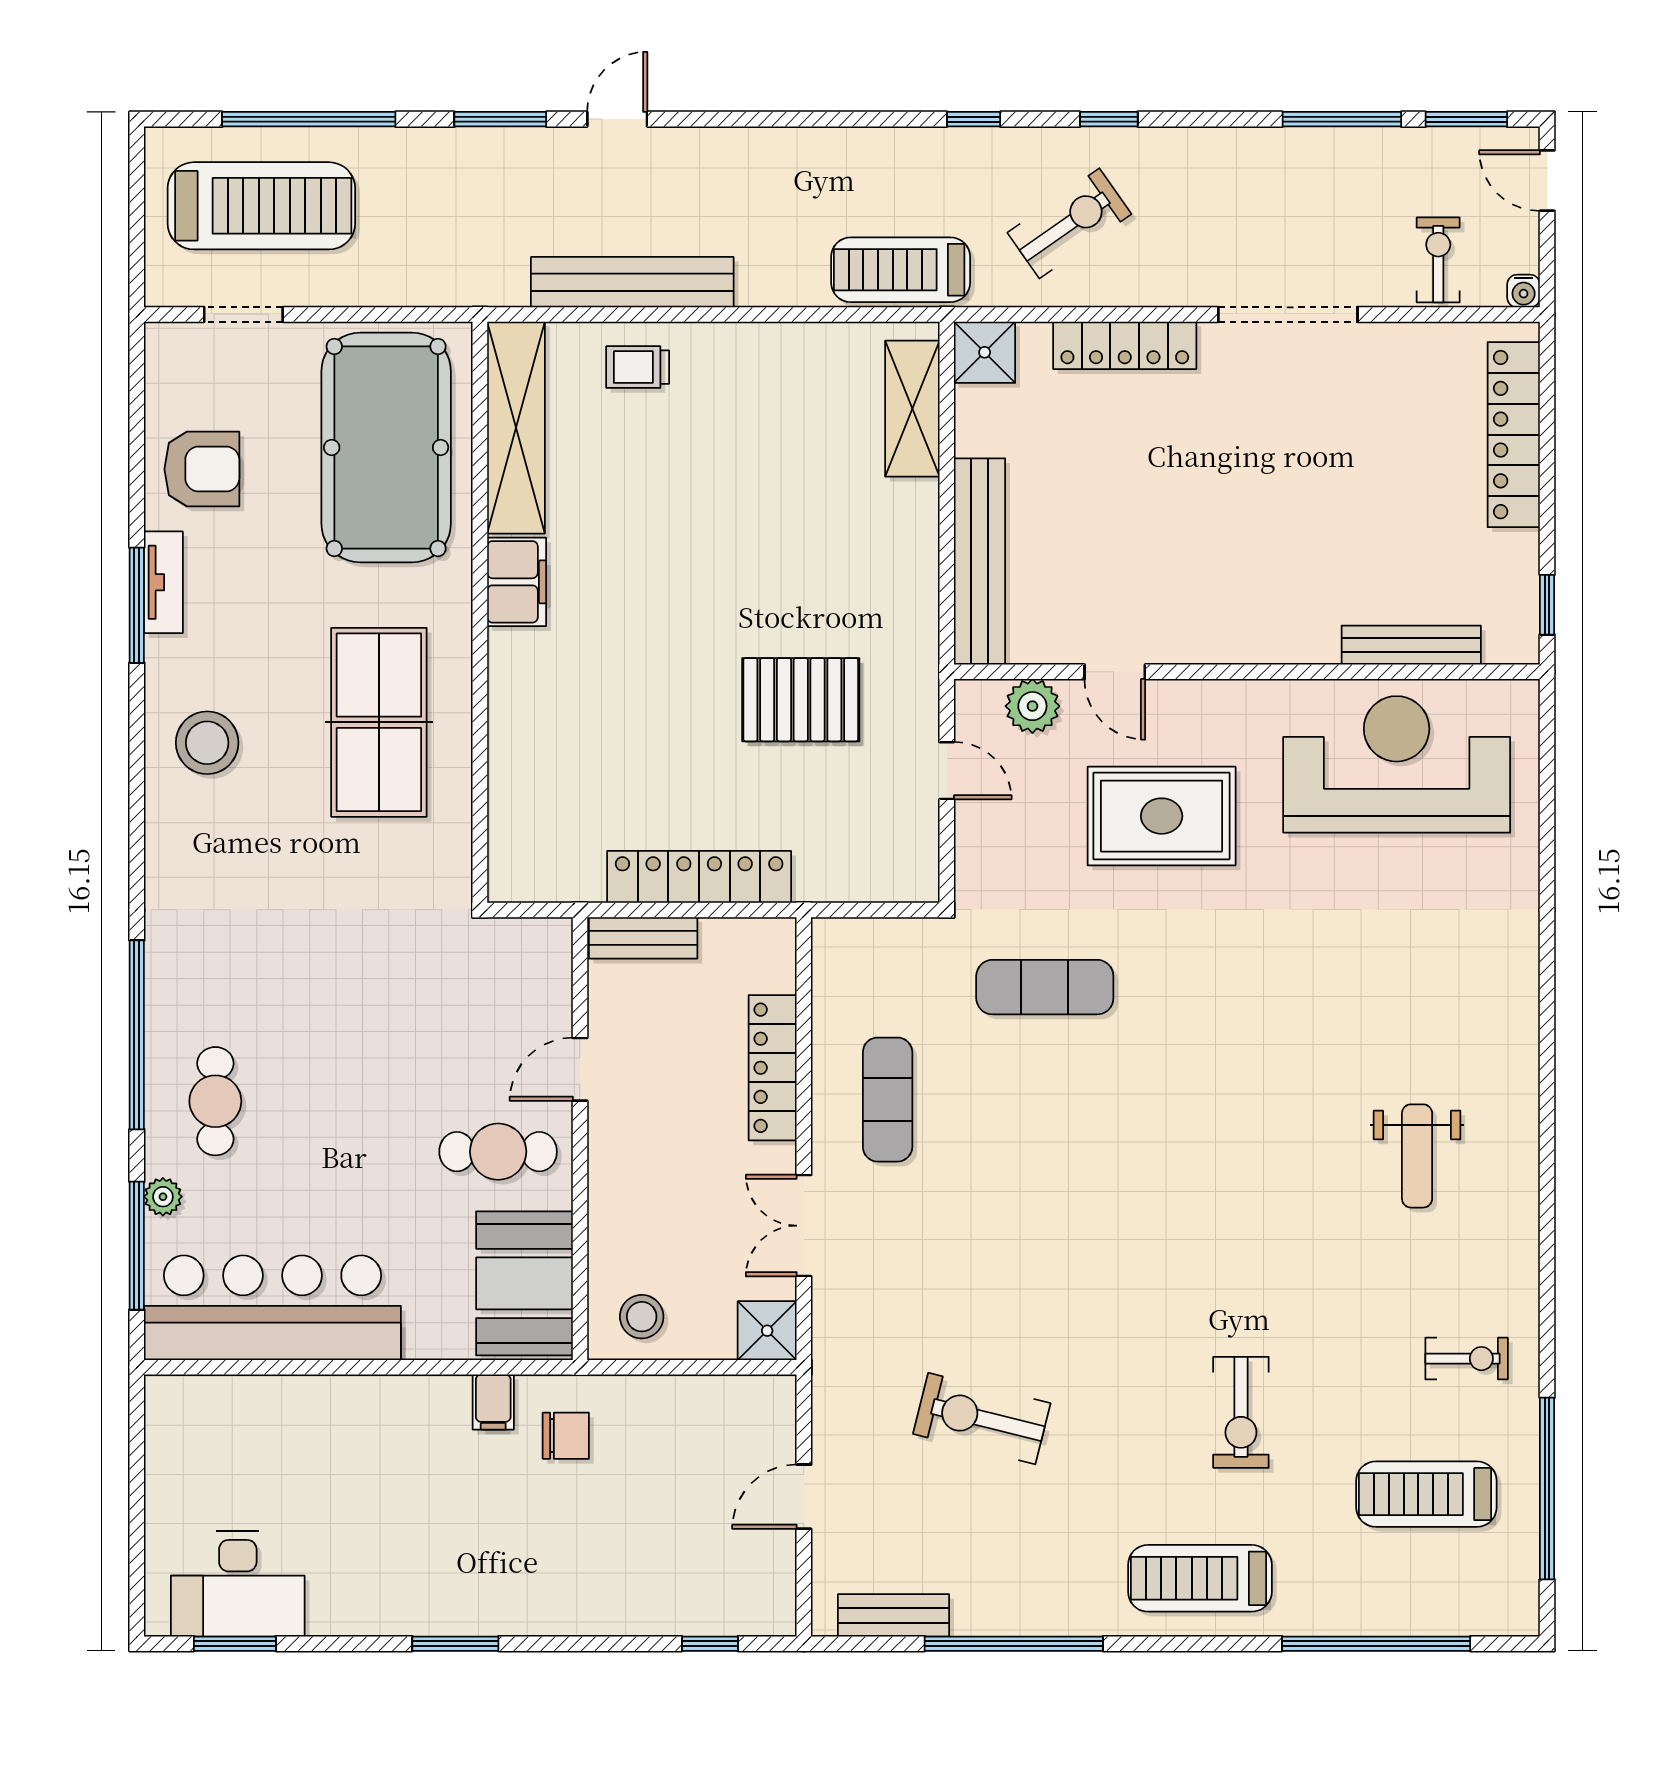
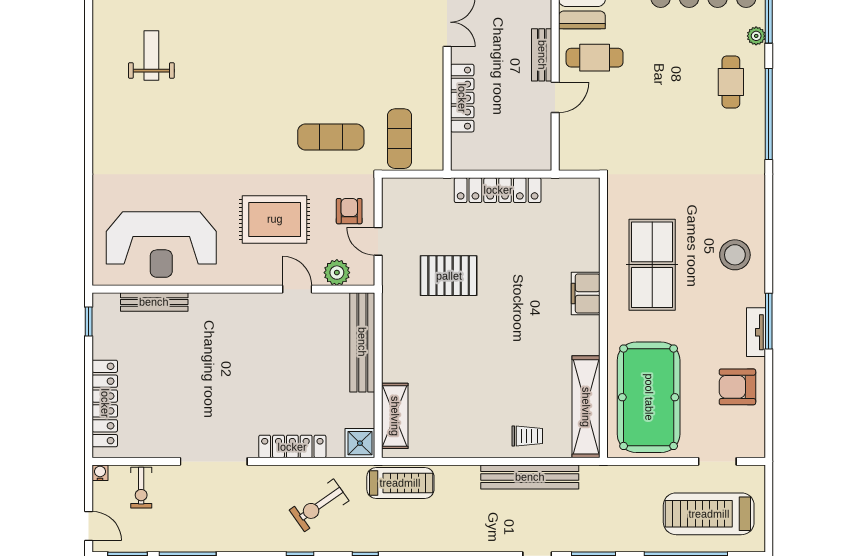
filing cabinet: (517, 582) -> (586, 293), moved
armchair: (1007, 833) -> (349, 211), added
bench: (643, 938) -> (542, 55), moved, turned 90
exercise mat: (888, 1100) -> (400, 139), moved

